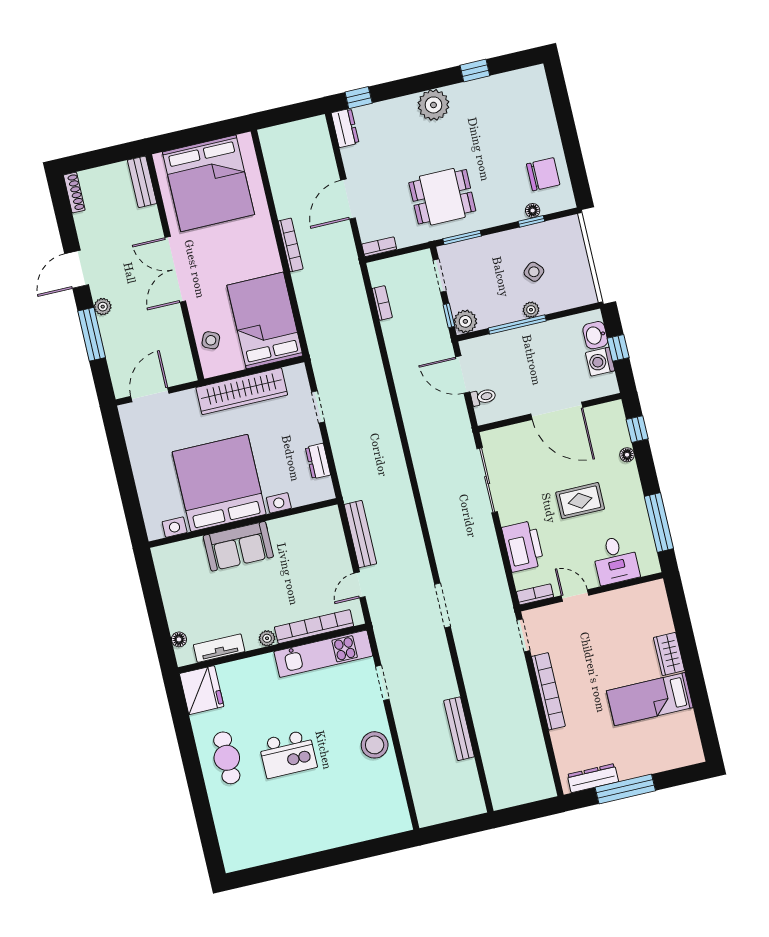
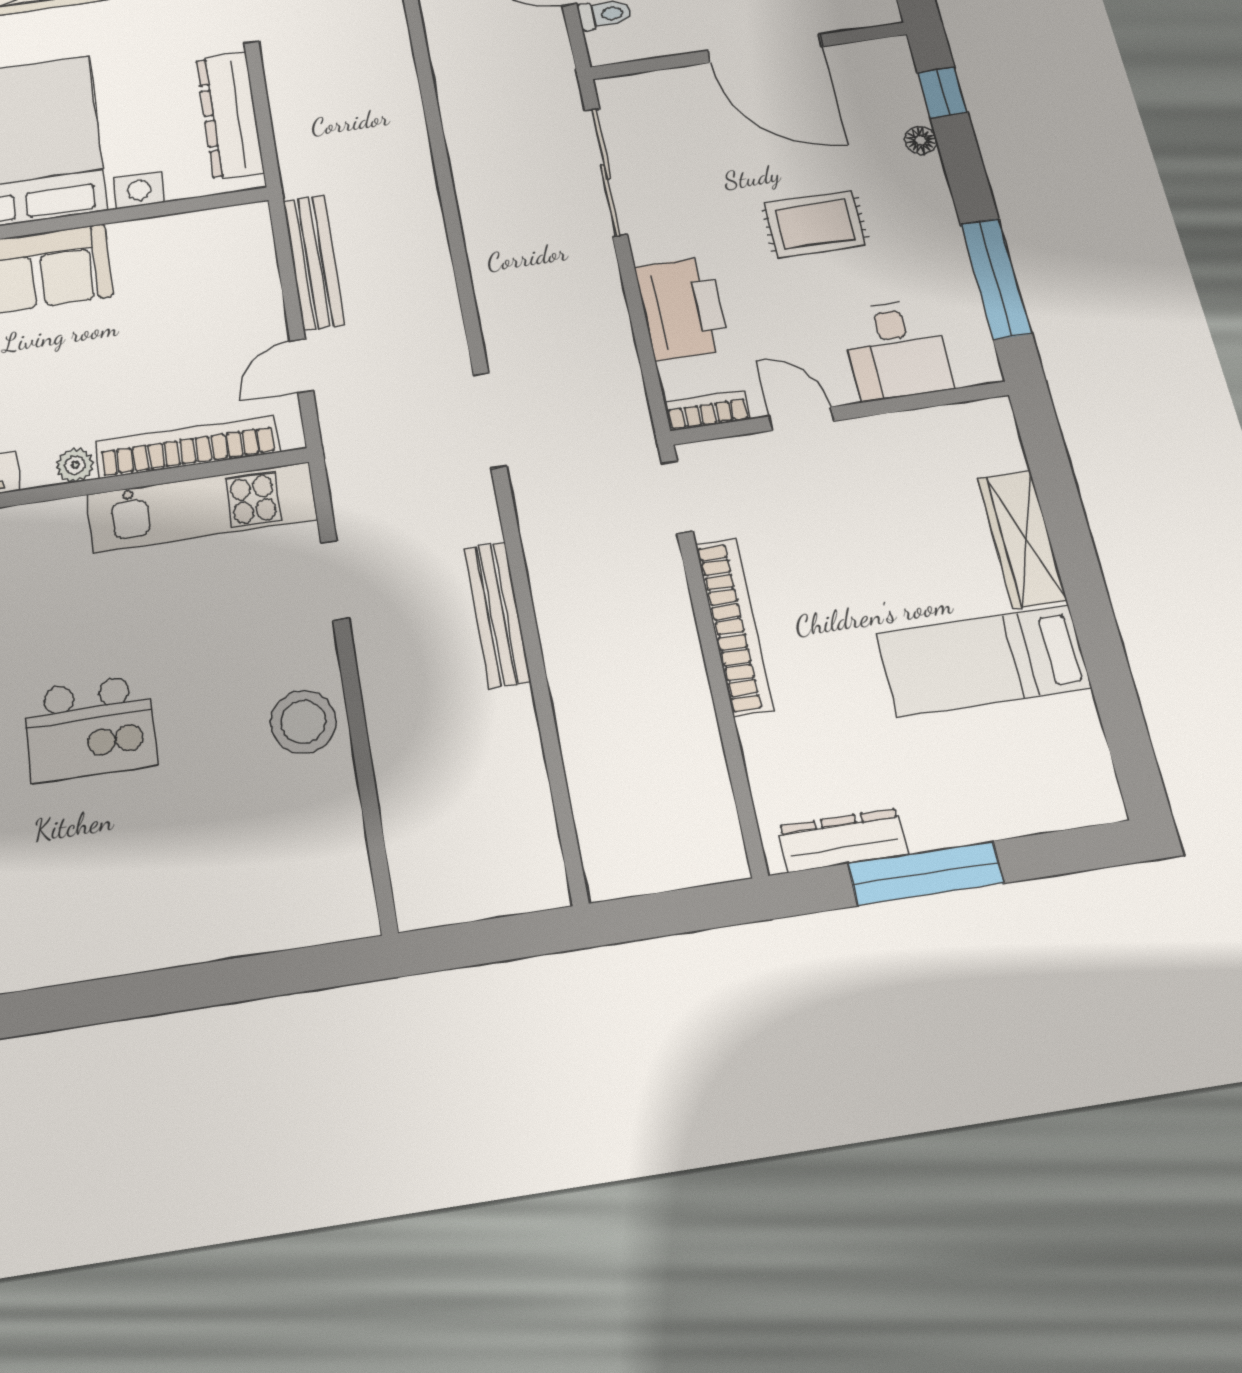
dresser: (318, 461) -> (230, 115), width x1.96, depth x1.24
wardrobe: (669, 654) -> (1022, 539), width x1.50
bench: (459, 729) -> (497, 615), moved

